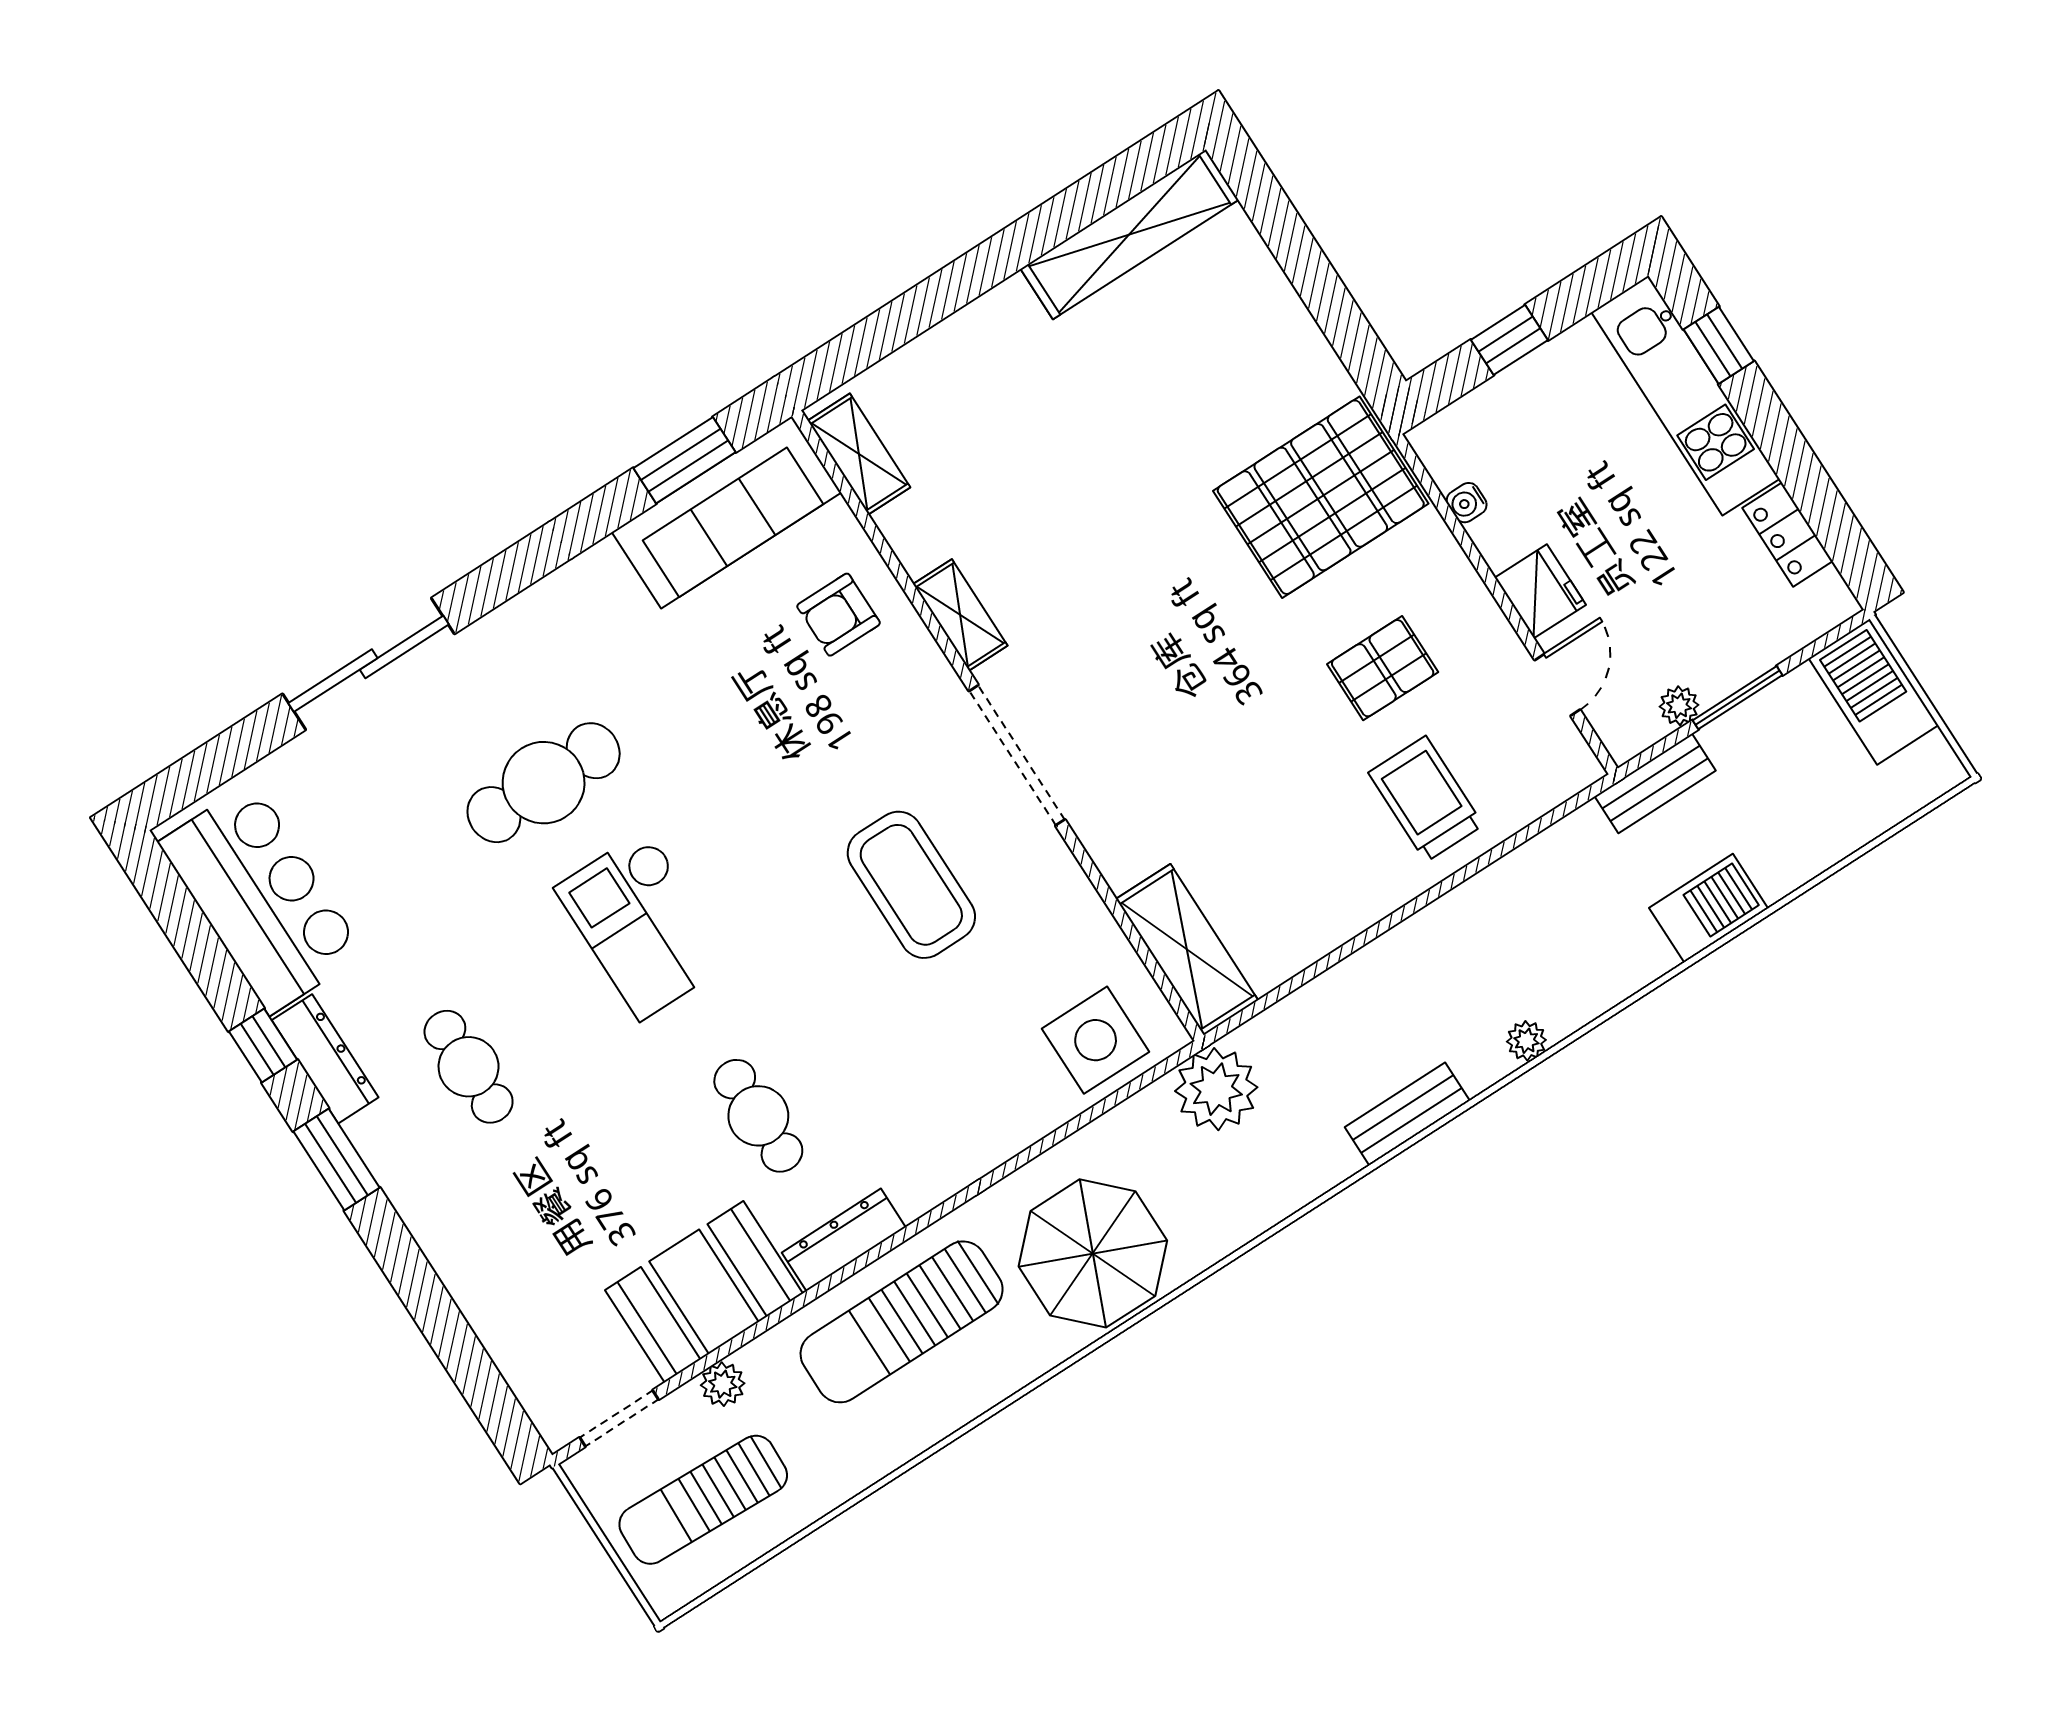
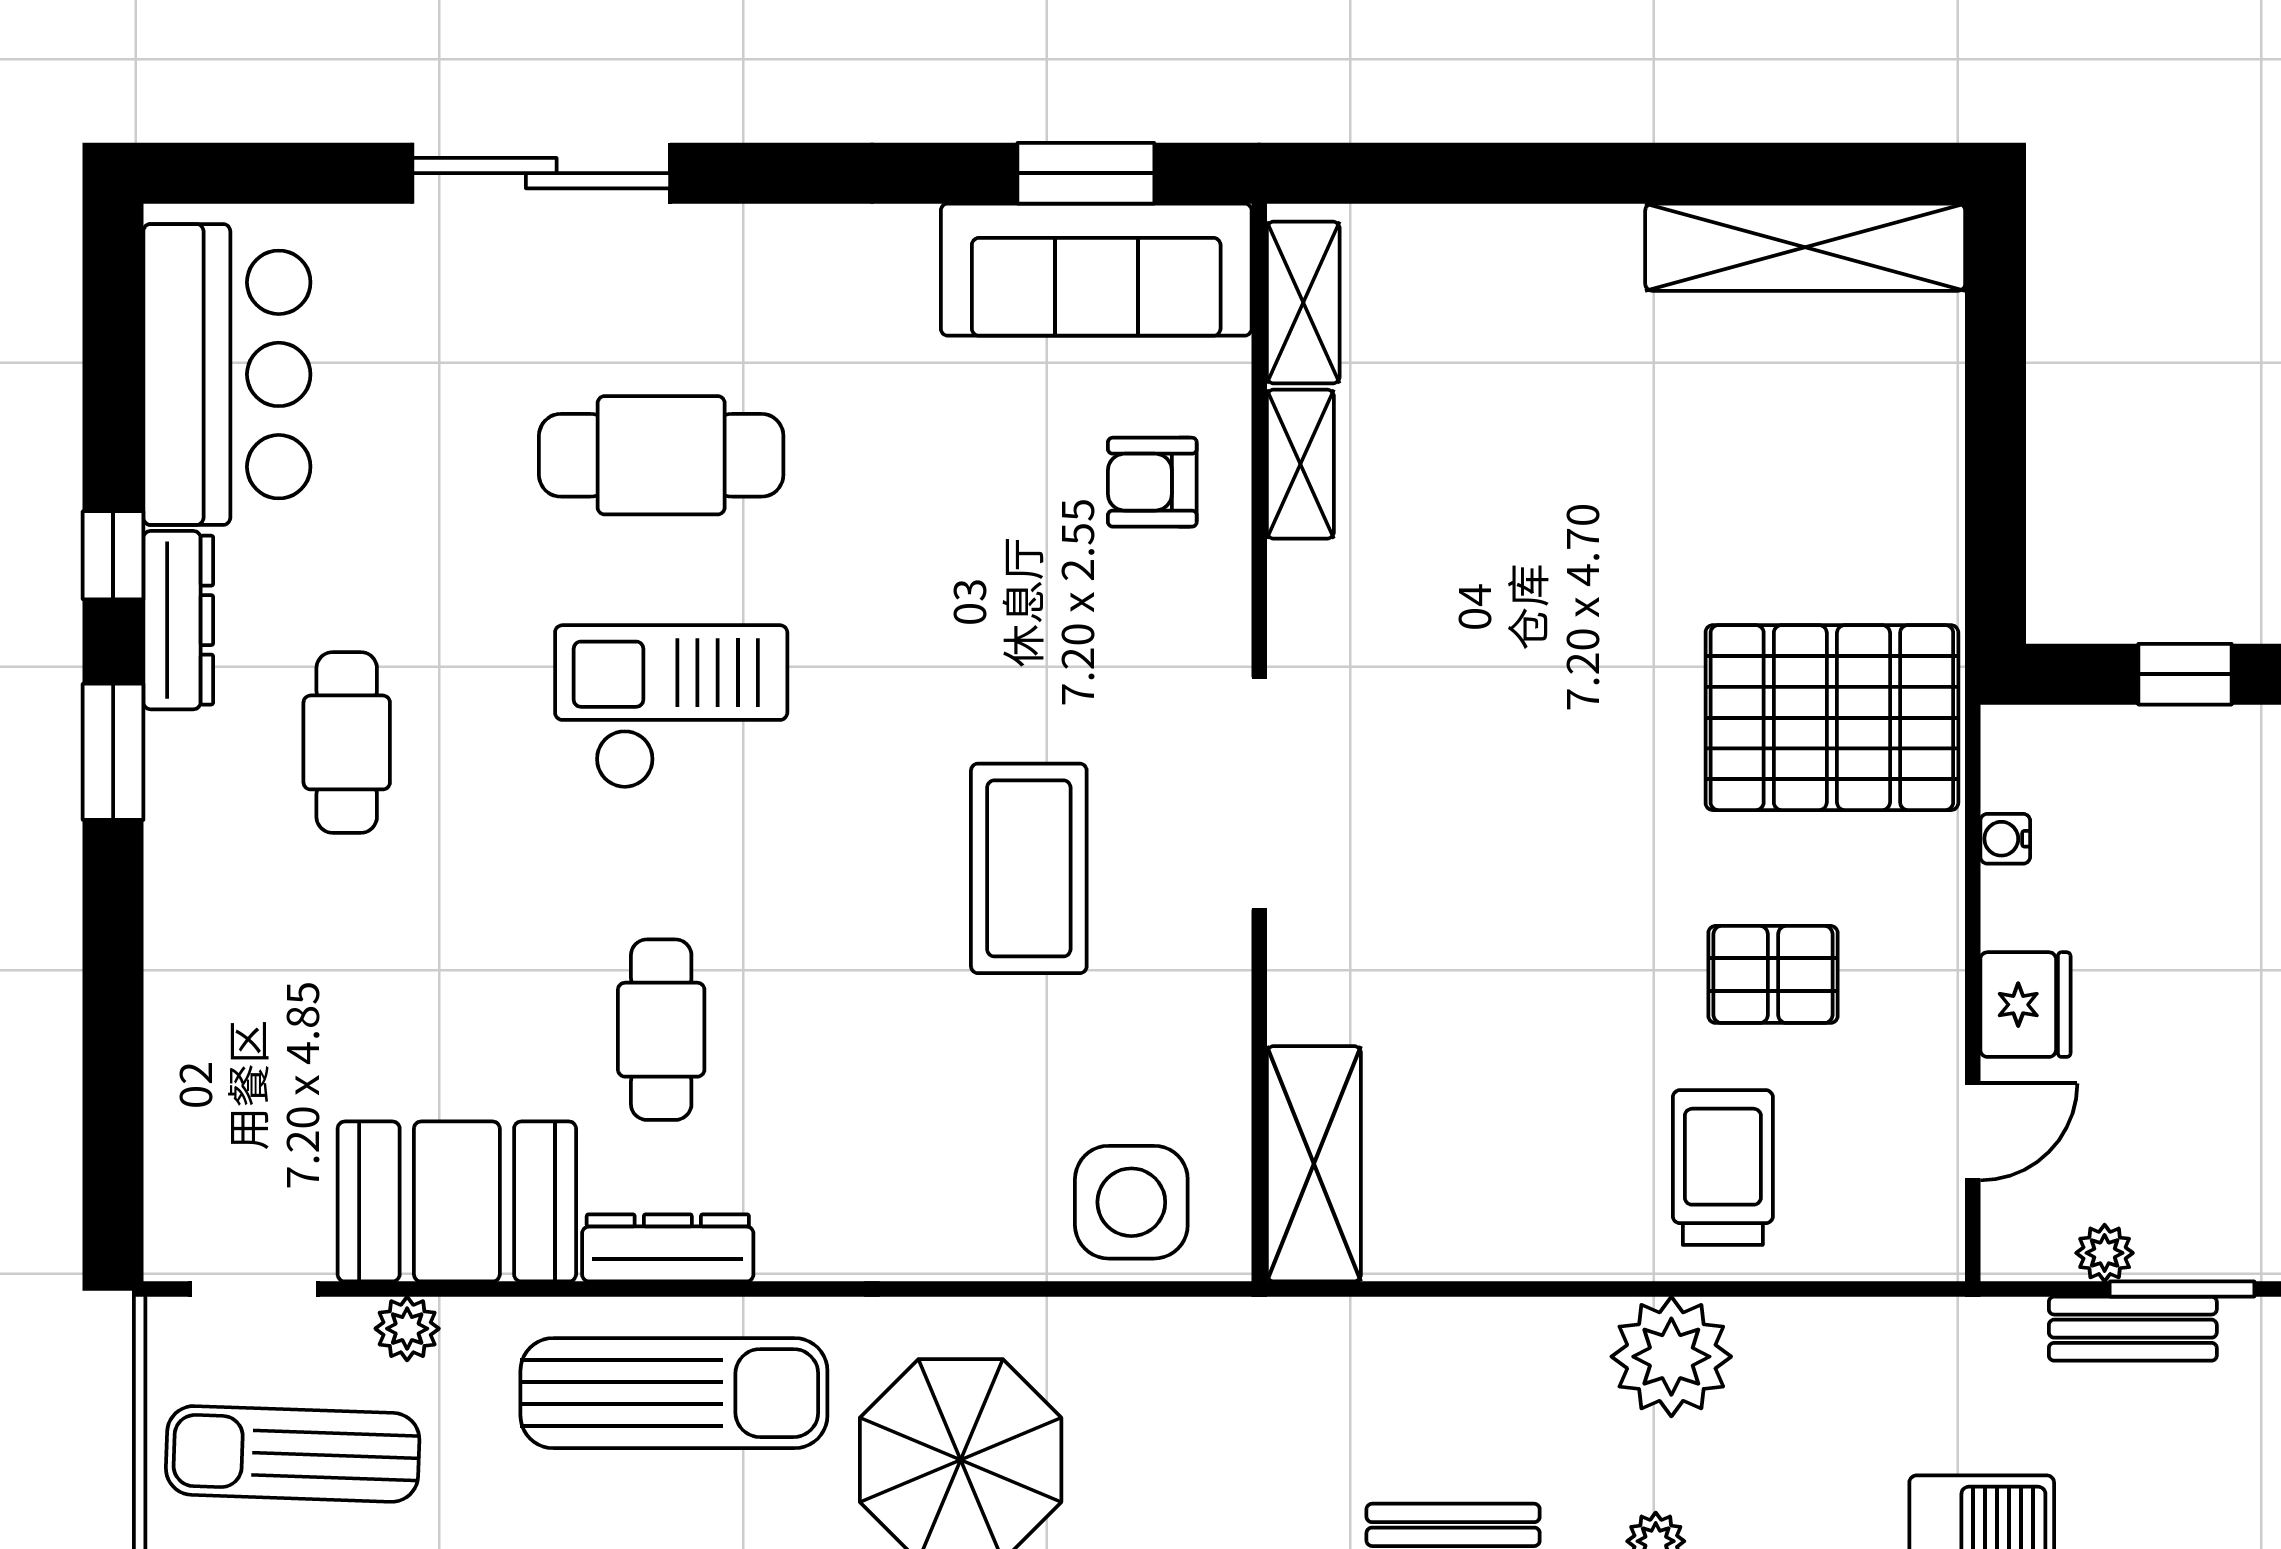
shelving: (960, 615) -> (1300, 464), moved
bench: (1655, 783) -> (2133, 1329), moved
checkout: (643, 925) -> (671, 707), turned 90
plant: (1216, 1089) -> (1671, 1357), moved
sun lounger: (902, 1322) -> (674, 1393), turned 180

